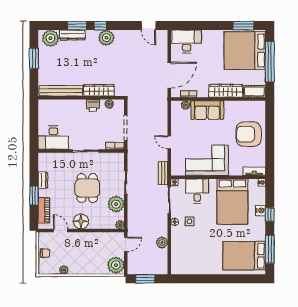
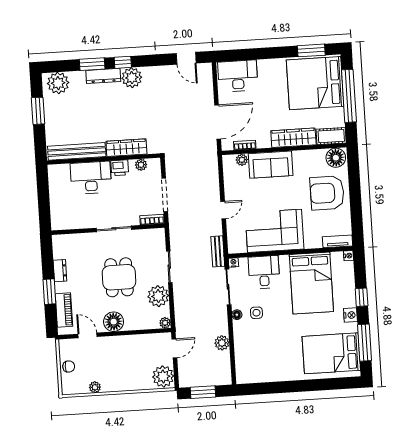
dresser: (72, 35) -> (103, 76), moved
floor lamp: (257, 108) -> (336, 158), added
desk: (53, 138) -> (91, 178), moved, turned 180
door: (169, 142) -> (223, 210), swing flipped
nightstand: (260, 210) -> (350, 315), moved

